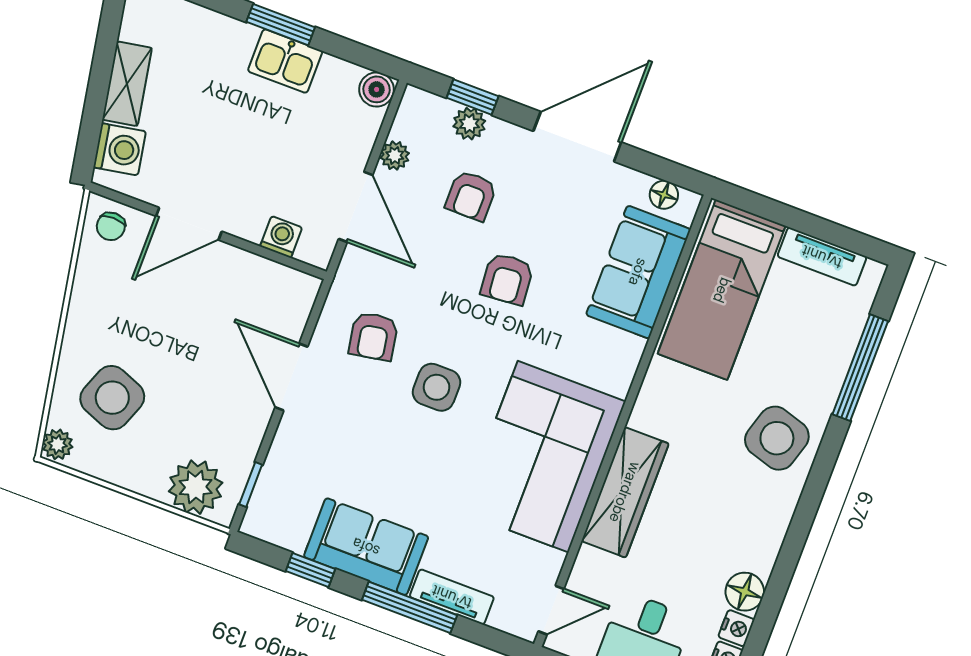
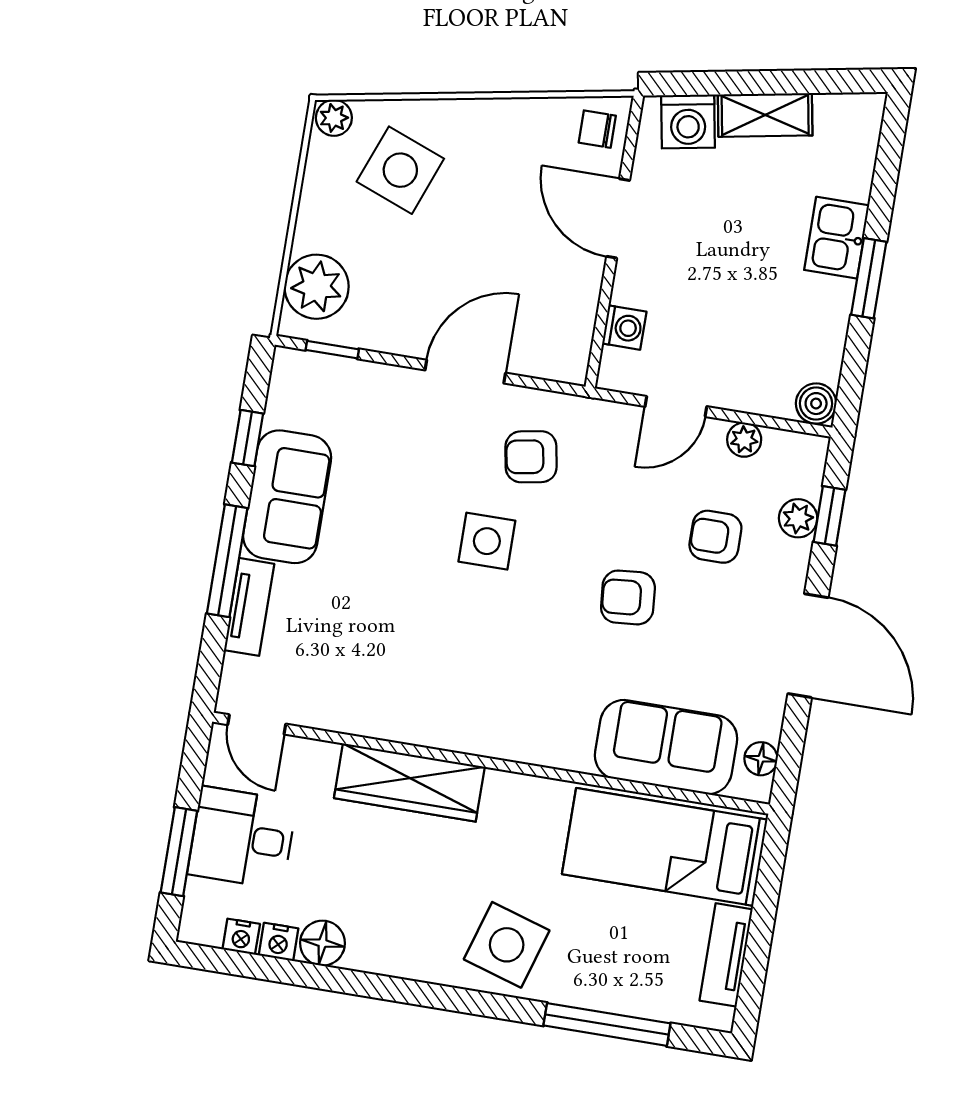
kitchen sink: (285, 61) -> (837, 238), moved
door: (356, 207) -> (676, 406), width x0.73
corner sofa: (543, 457) -> (432, 680), removed

